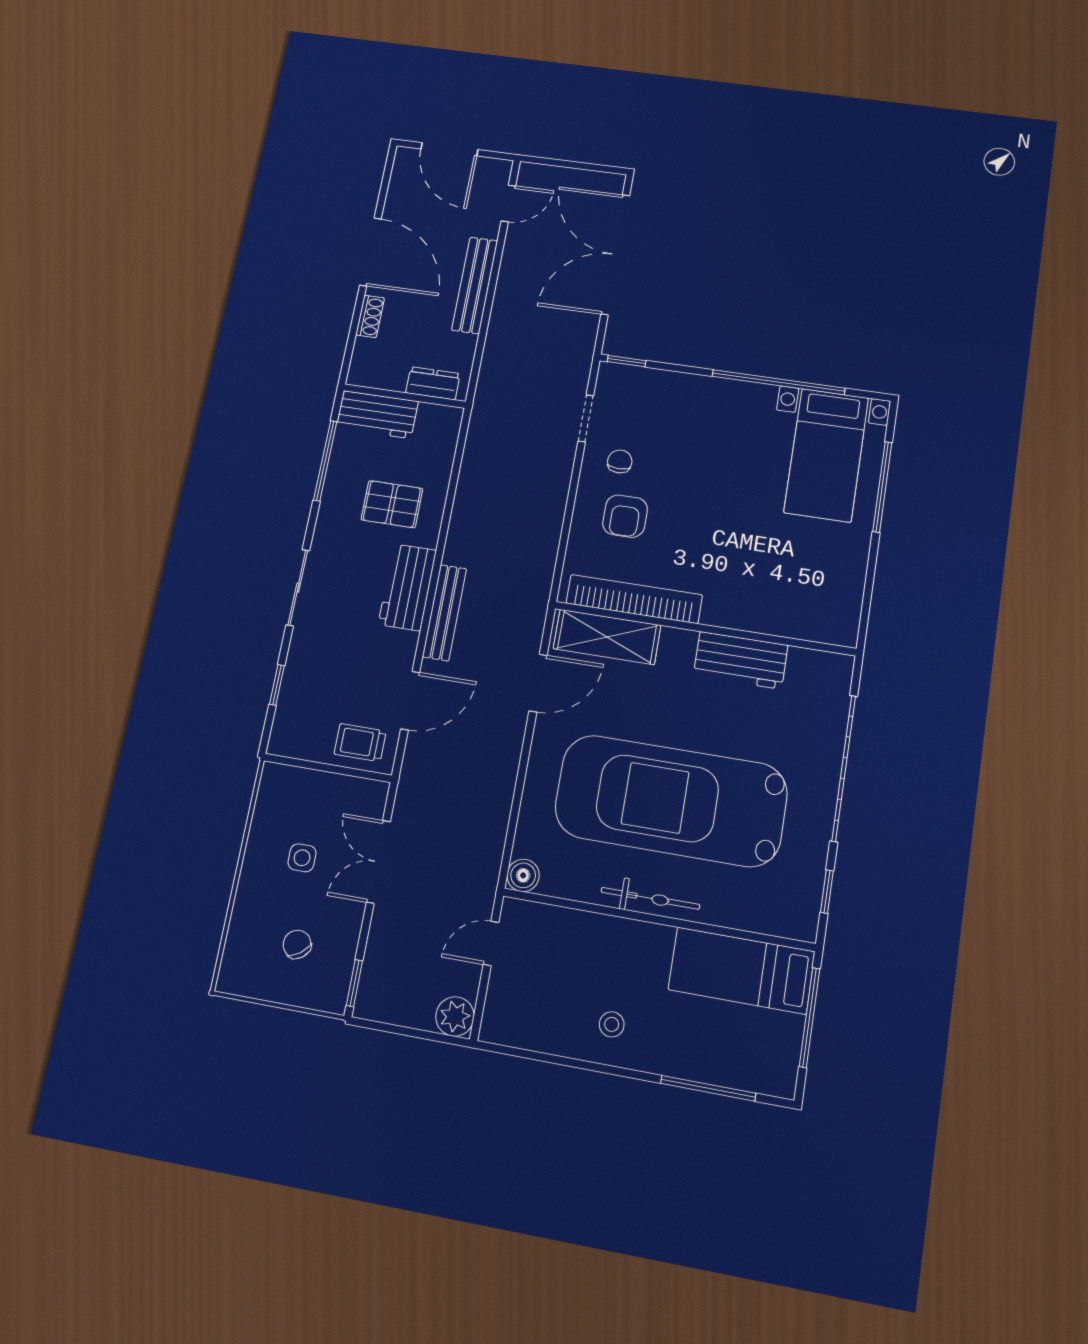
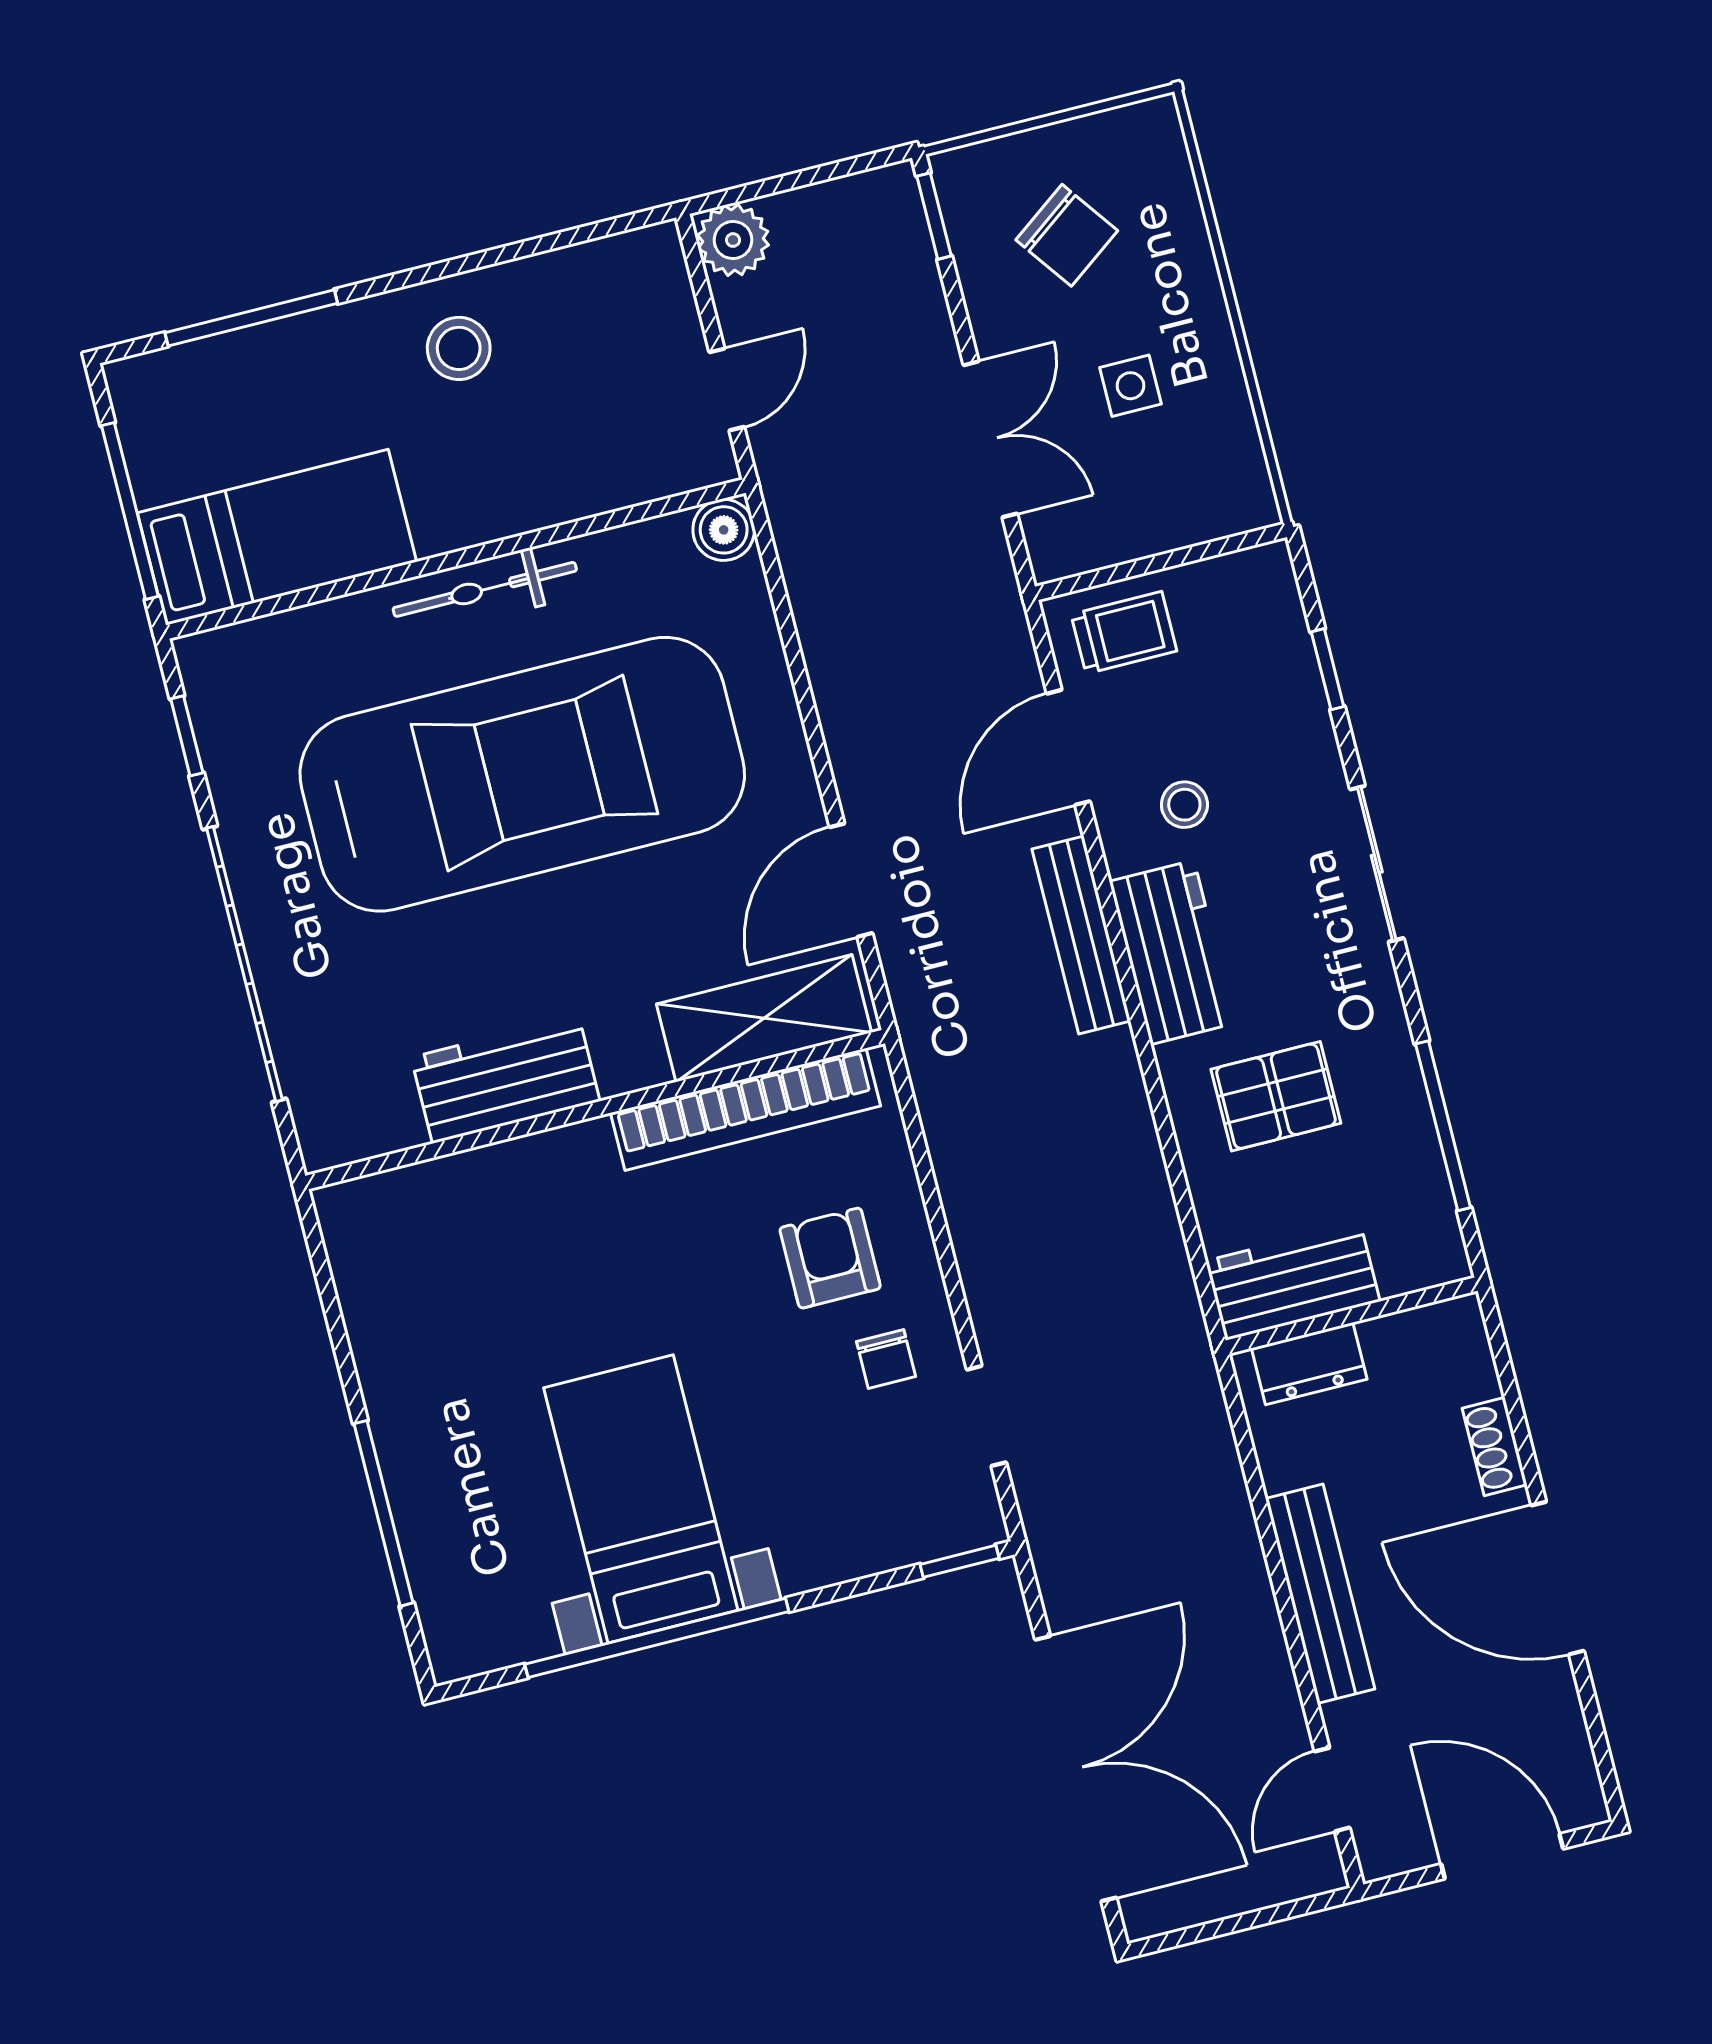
workbench: (377, 415) -> (1293, 1281), moved
bed with nightstands: (826, 455) -> (641, 1499), moved
stool: (370, 651) -> (1184, 805), added
chair: (297, 944) -> (1067, 235), width x1.37, depth x1.37
stool: (612, 1024) -> (459, 348), width x1.37, depth x1.37

